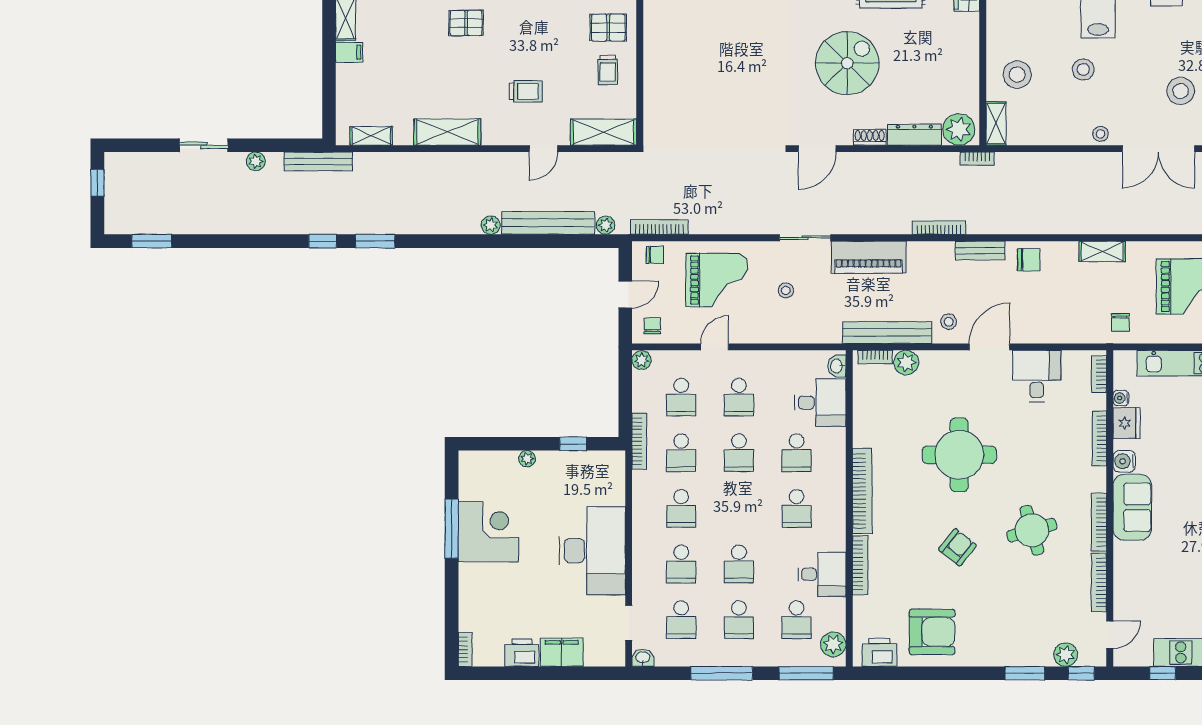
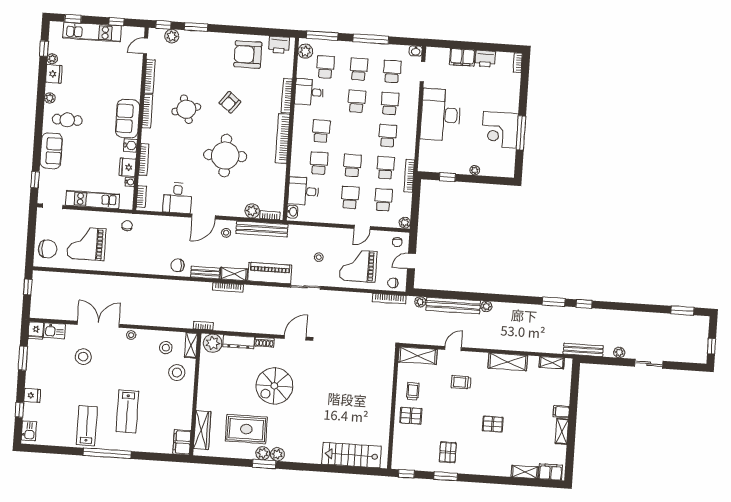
stool: (1083, 69) -> (166, 348), moved
shelving: (1102, 251) -> (234, 274), moved

